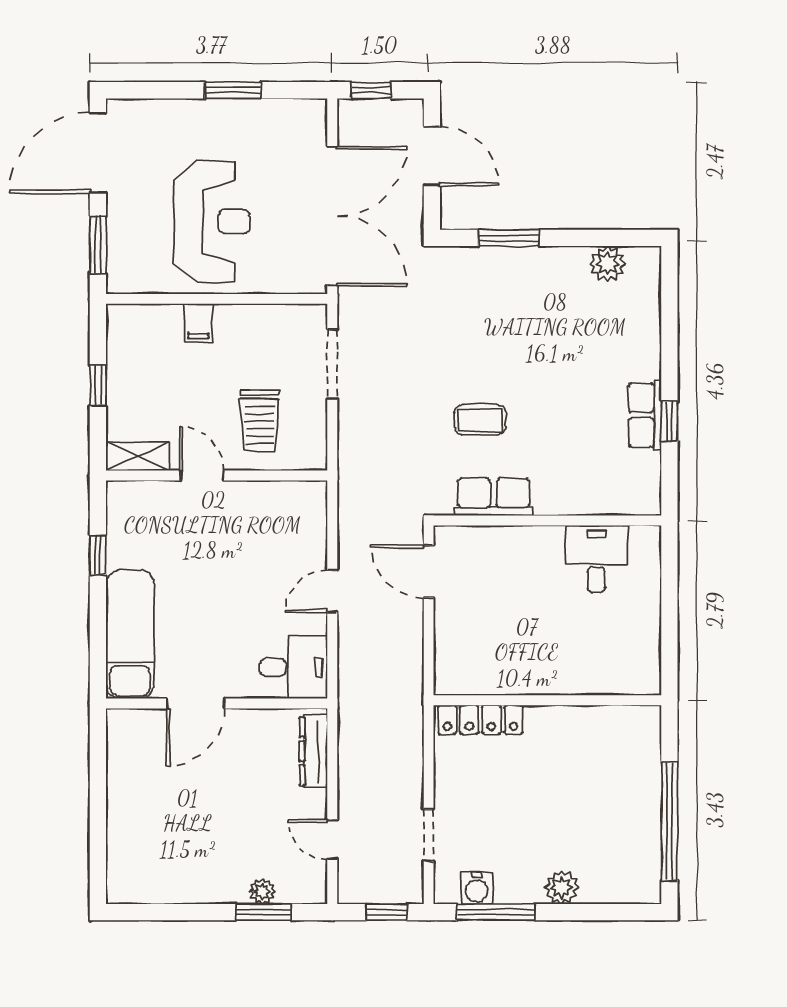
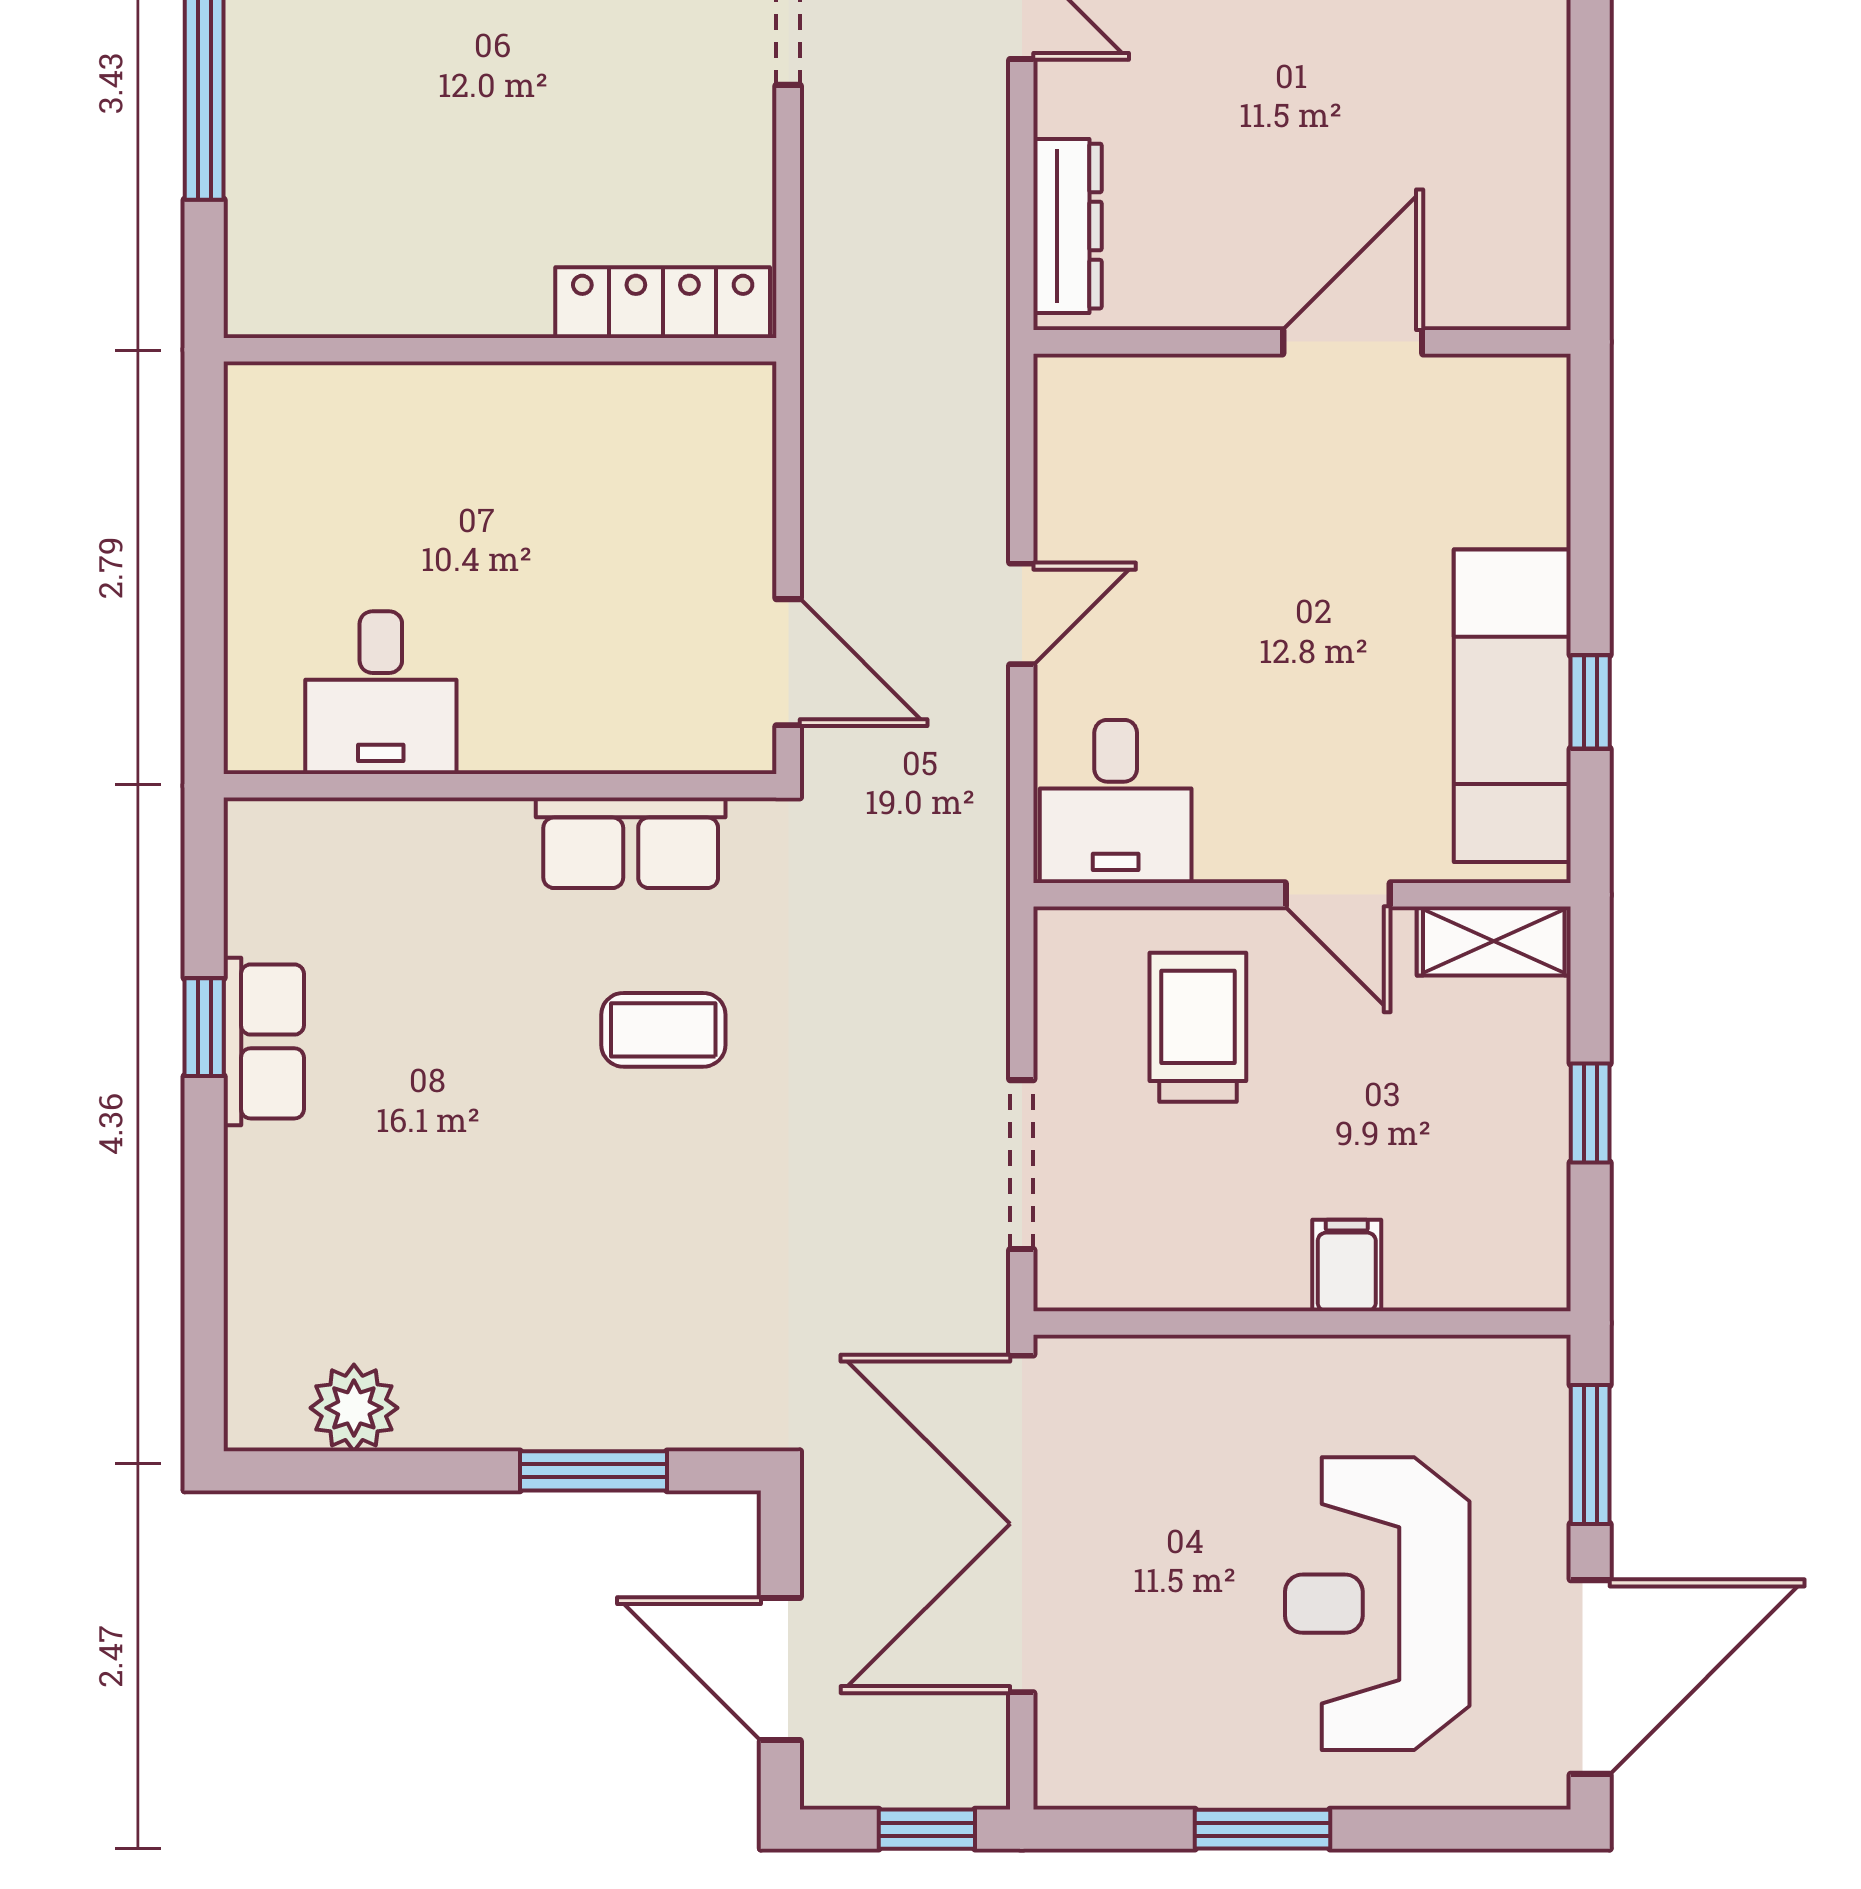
reception desk: (212, 222) -> (1377, 1604), moved
exam couch: (130, 634) -> (1512, 706), moved
desk: (294, 667) -> (1116, 801), moved, turned -90

